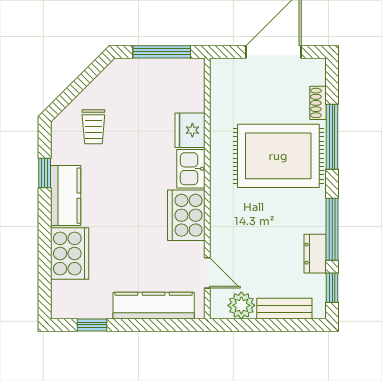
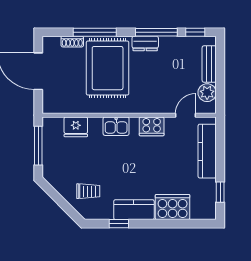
fridge: (190, 130) -> (76, 127), moved
cooker: (186, 215) -> (152, 126), width x0.73, depth x0.76
dresser: (315, 254) -> (145, 44), moved

